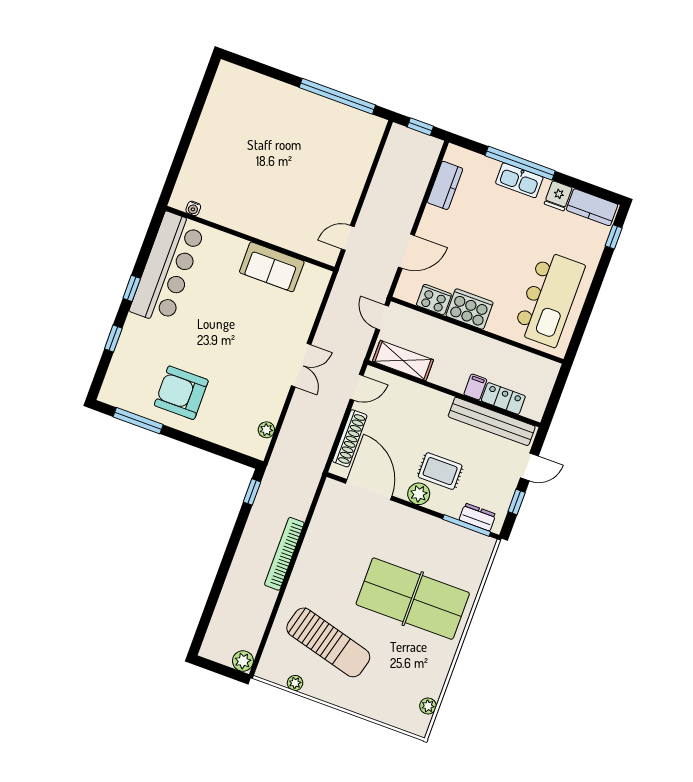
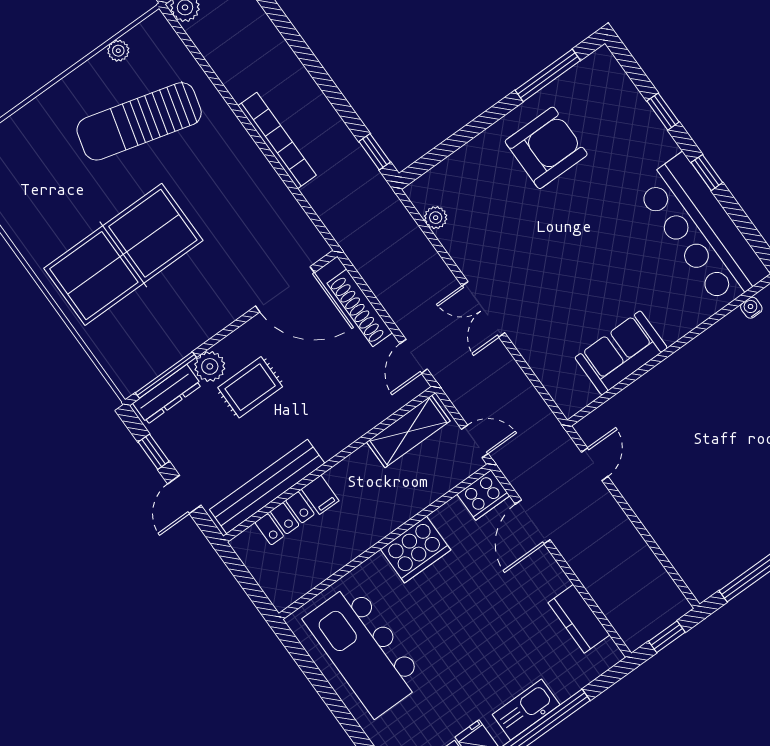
cooker: (434, 300) -> (483, 495), moved
plant: (419, 494) -> (210, 366), moved
dresser: (477, 517) -> (167, 394), width x1.44

